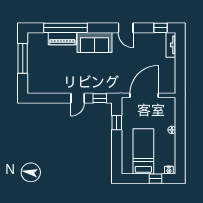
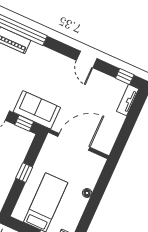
sofa: (95, 42) -> (37, 110), moved, turned 180
window: (117, 123) -> (24, 173), moved

